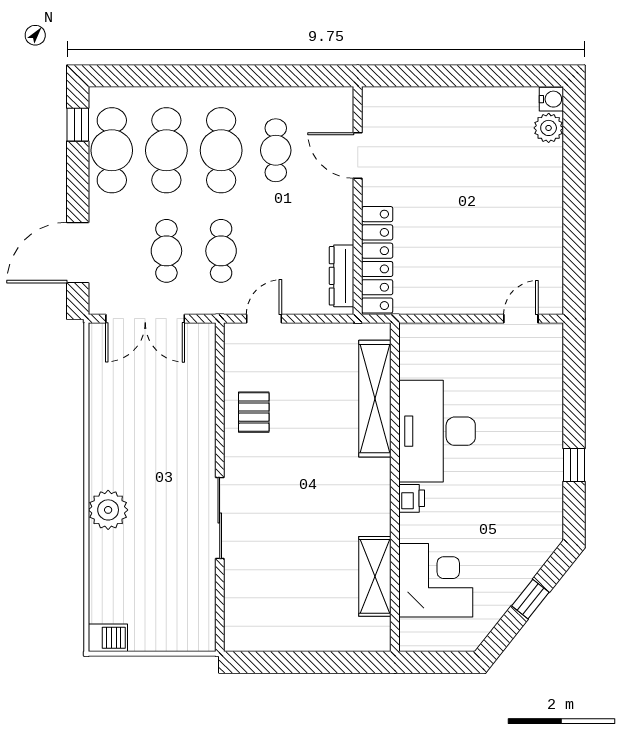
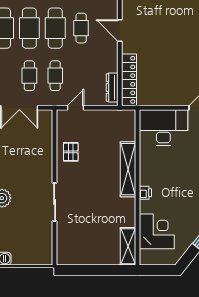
shelving: (375, 399) -> (128, 169), moved
desk: (437, 431) -> (163, 128), moved, turned 90
shelving: (375, 576) -> (128, 246), moved

